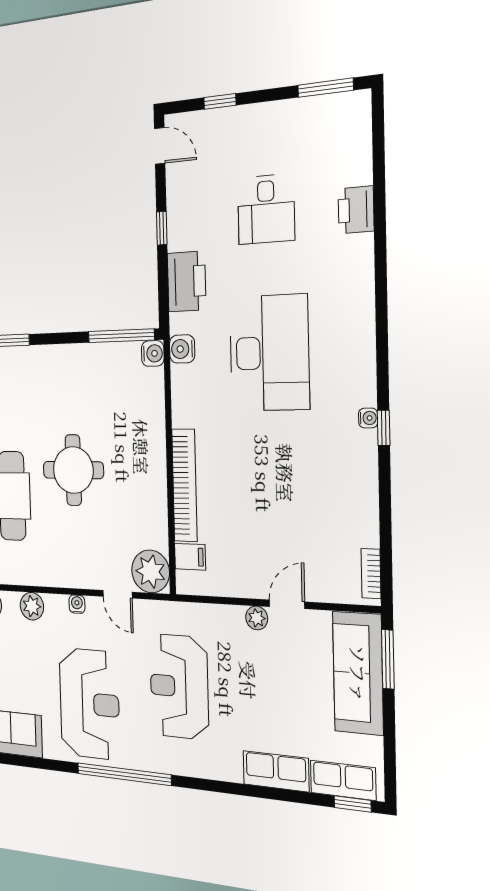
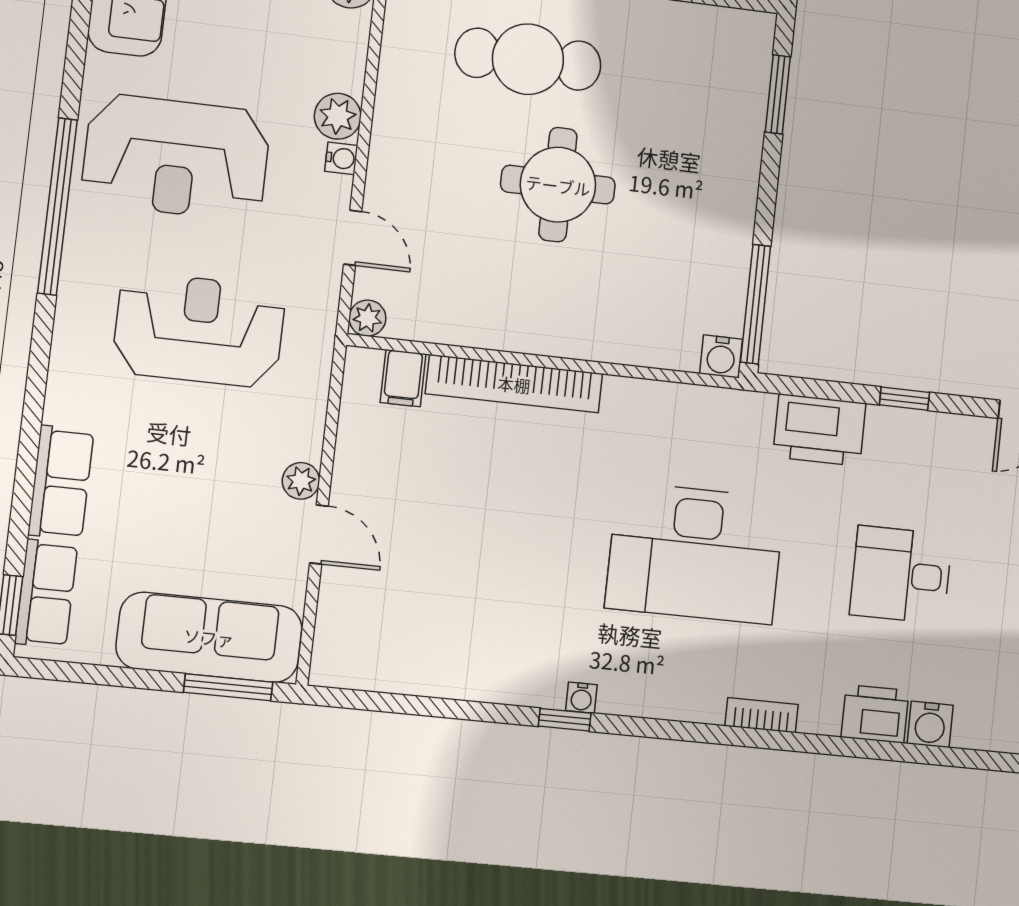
water cooler: (182, 349) -> (930, 724), moved, turned 180
plant: (151, 571) -> (367, 318), width x0.53, depth x0.53
bookcase: (371, 574) -> (762, 715), moved
door: (118, 594) -> (353, 238), swing flipped
plant: (32, 606) -> (338, 116), moved

